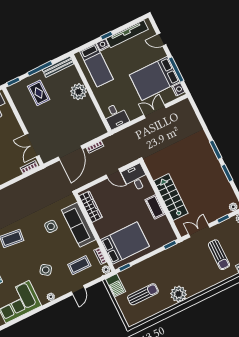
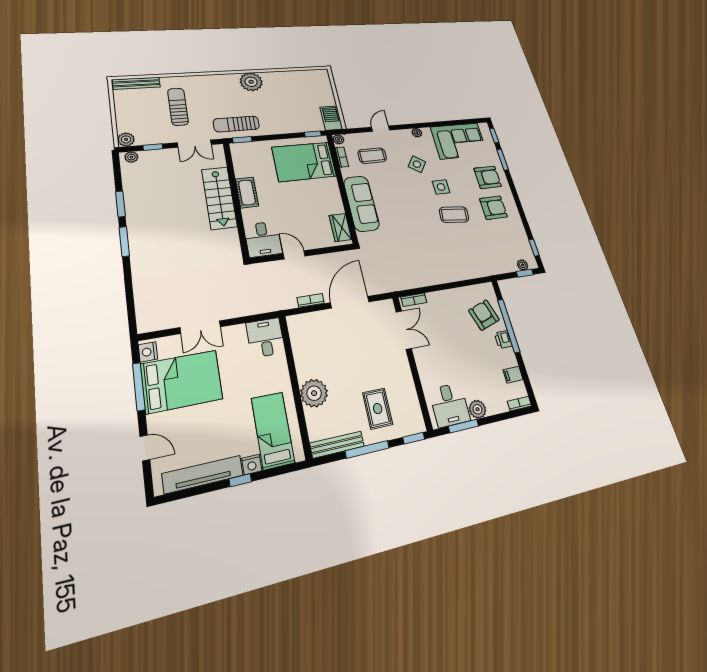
wardrobe: (91, 207) -> (340, 227), width x0.67
side table: (51, 226) -> (441, 187), moved
sun lounger: (143, 294) -> (236, 124), moved

